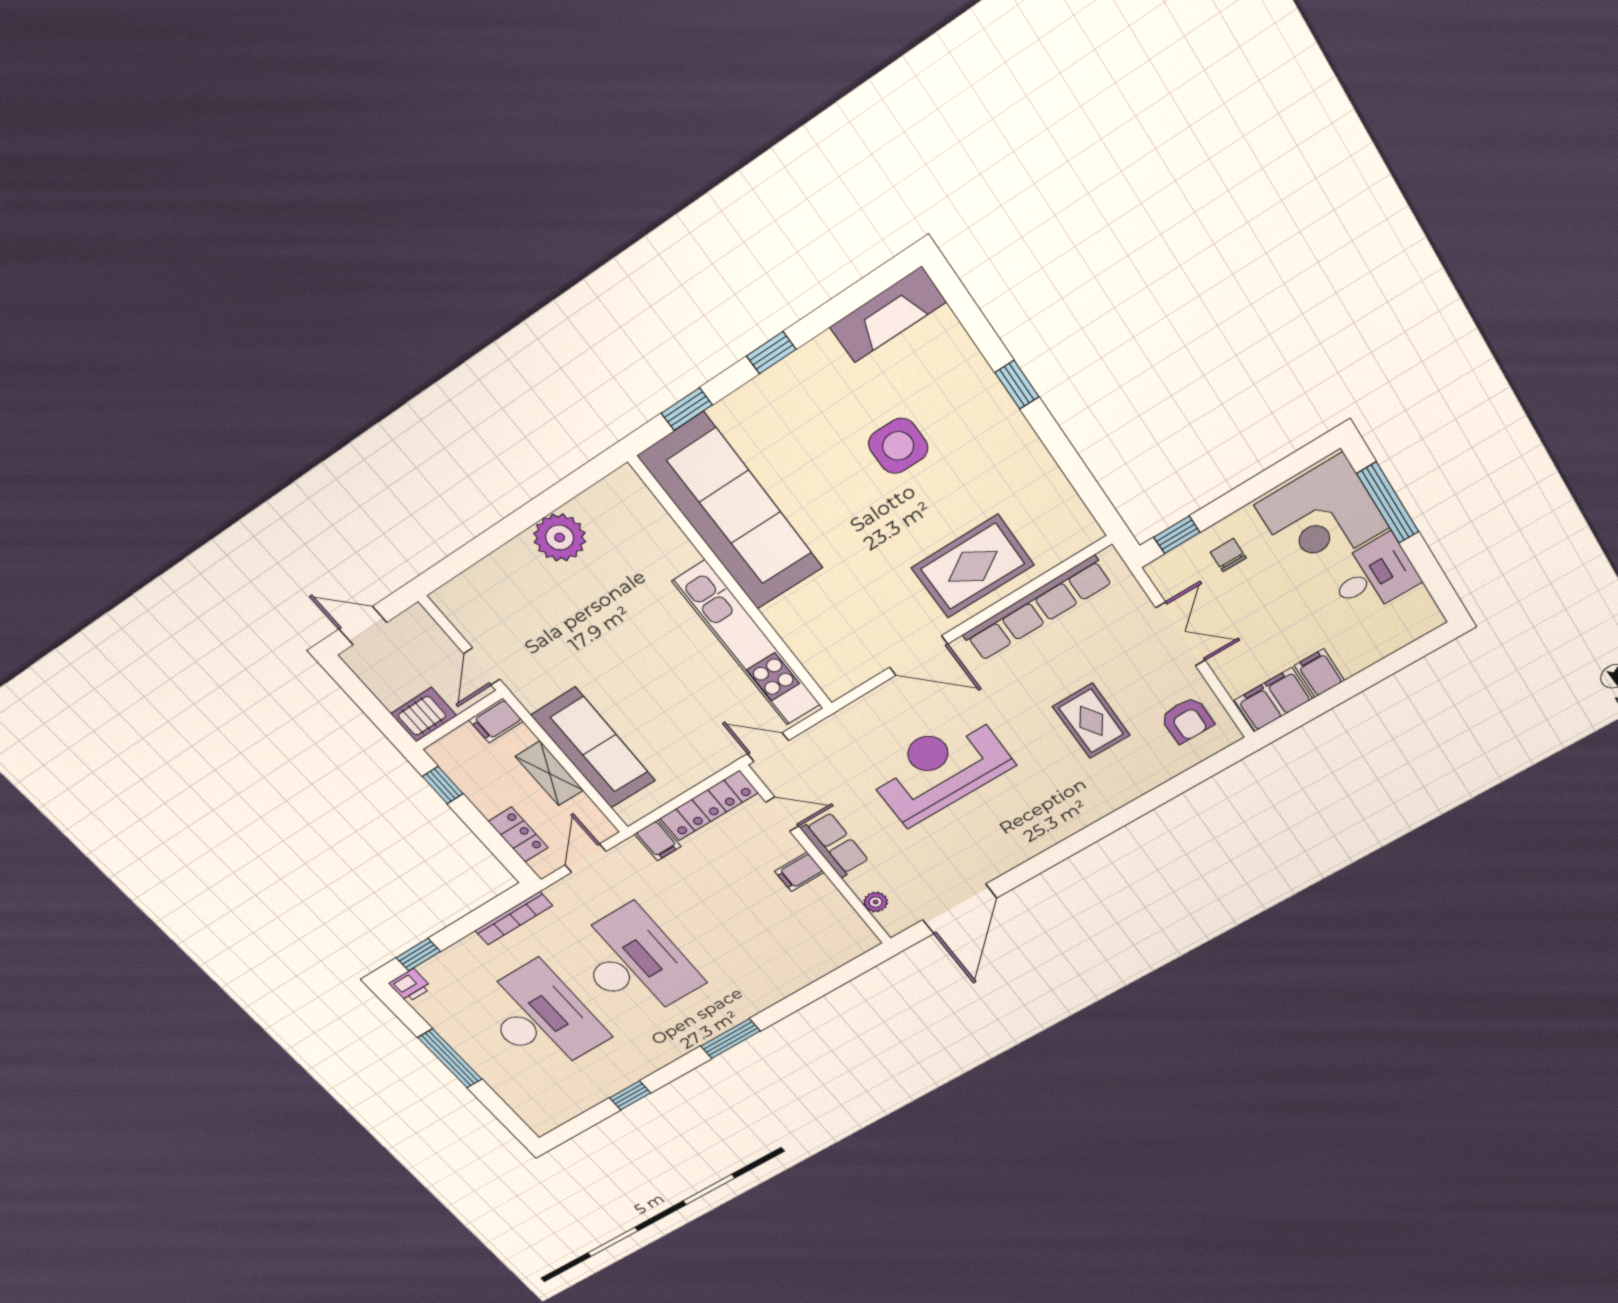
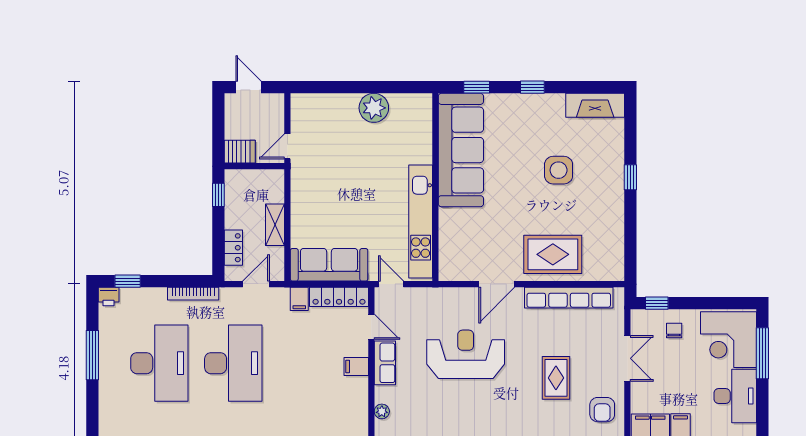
desk: (1374, 576) -> (735, 396), width x1.37
door: (919, 656) -> (497, 284), hinge flipped
filing cabinet: (496, 721) -> (272, 179), removed
sofa: (593, 748) -> (329, 265), moved, turned -90

